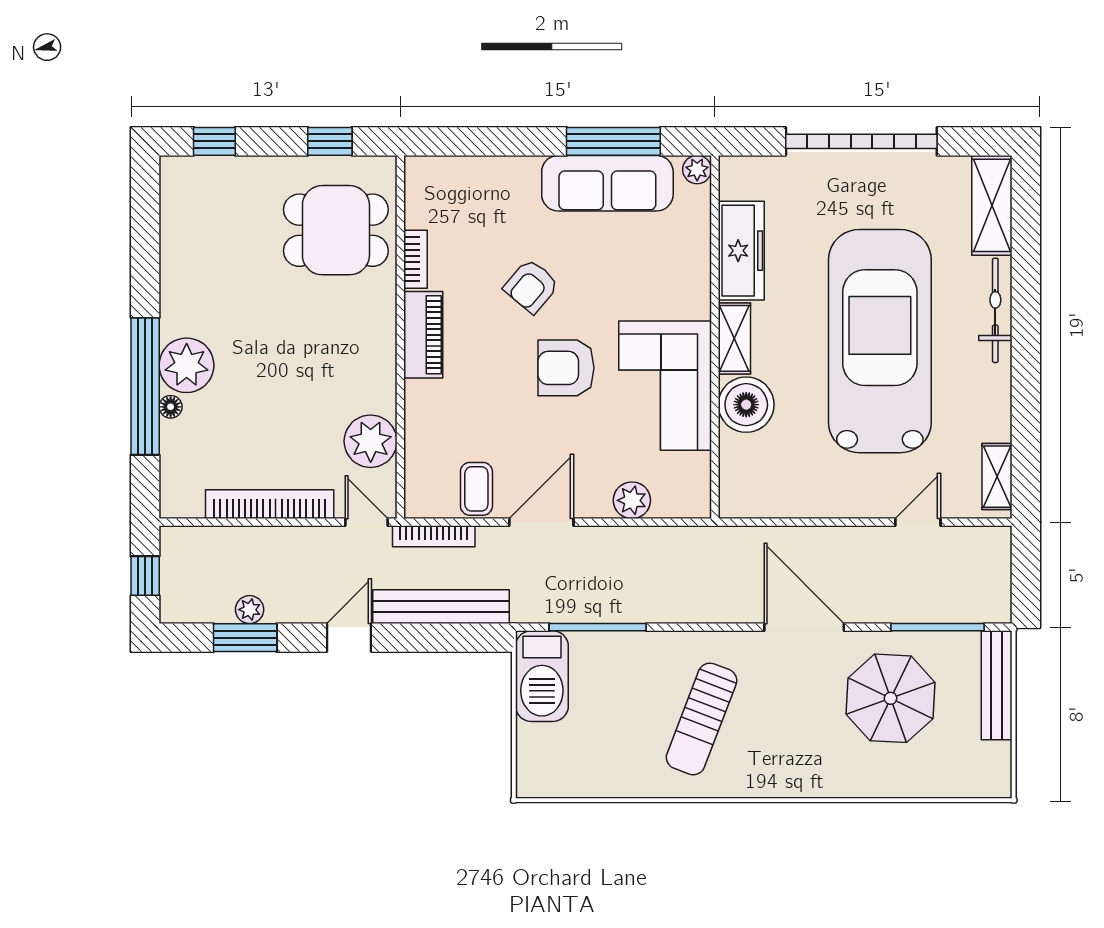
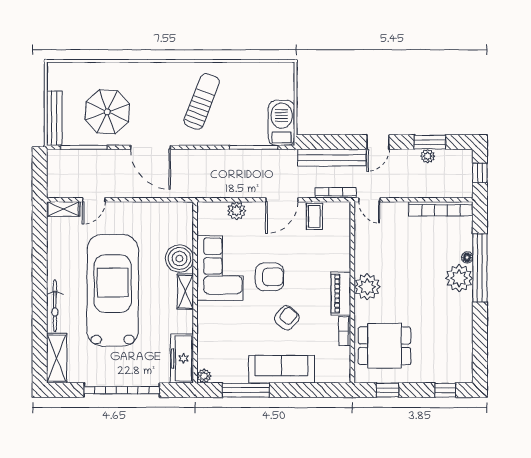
sofa: (607, 183) -> (281, 369), moved
freezer: (741, 251) -> (182, 358), moved
car: (880, 341) -> (113, 290), turned 180
plant: (371, 441) -> (367, 287), moved
shelving: (997, 477) -> (63, 209), moved, turned 90
bookcase: (270, 504) -> (441, 209), moved

